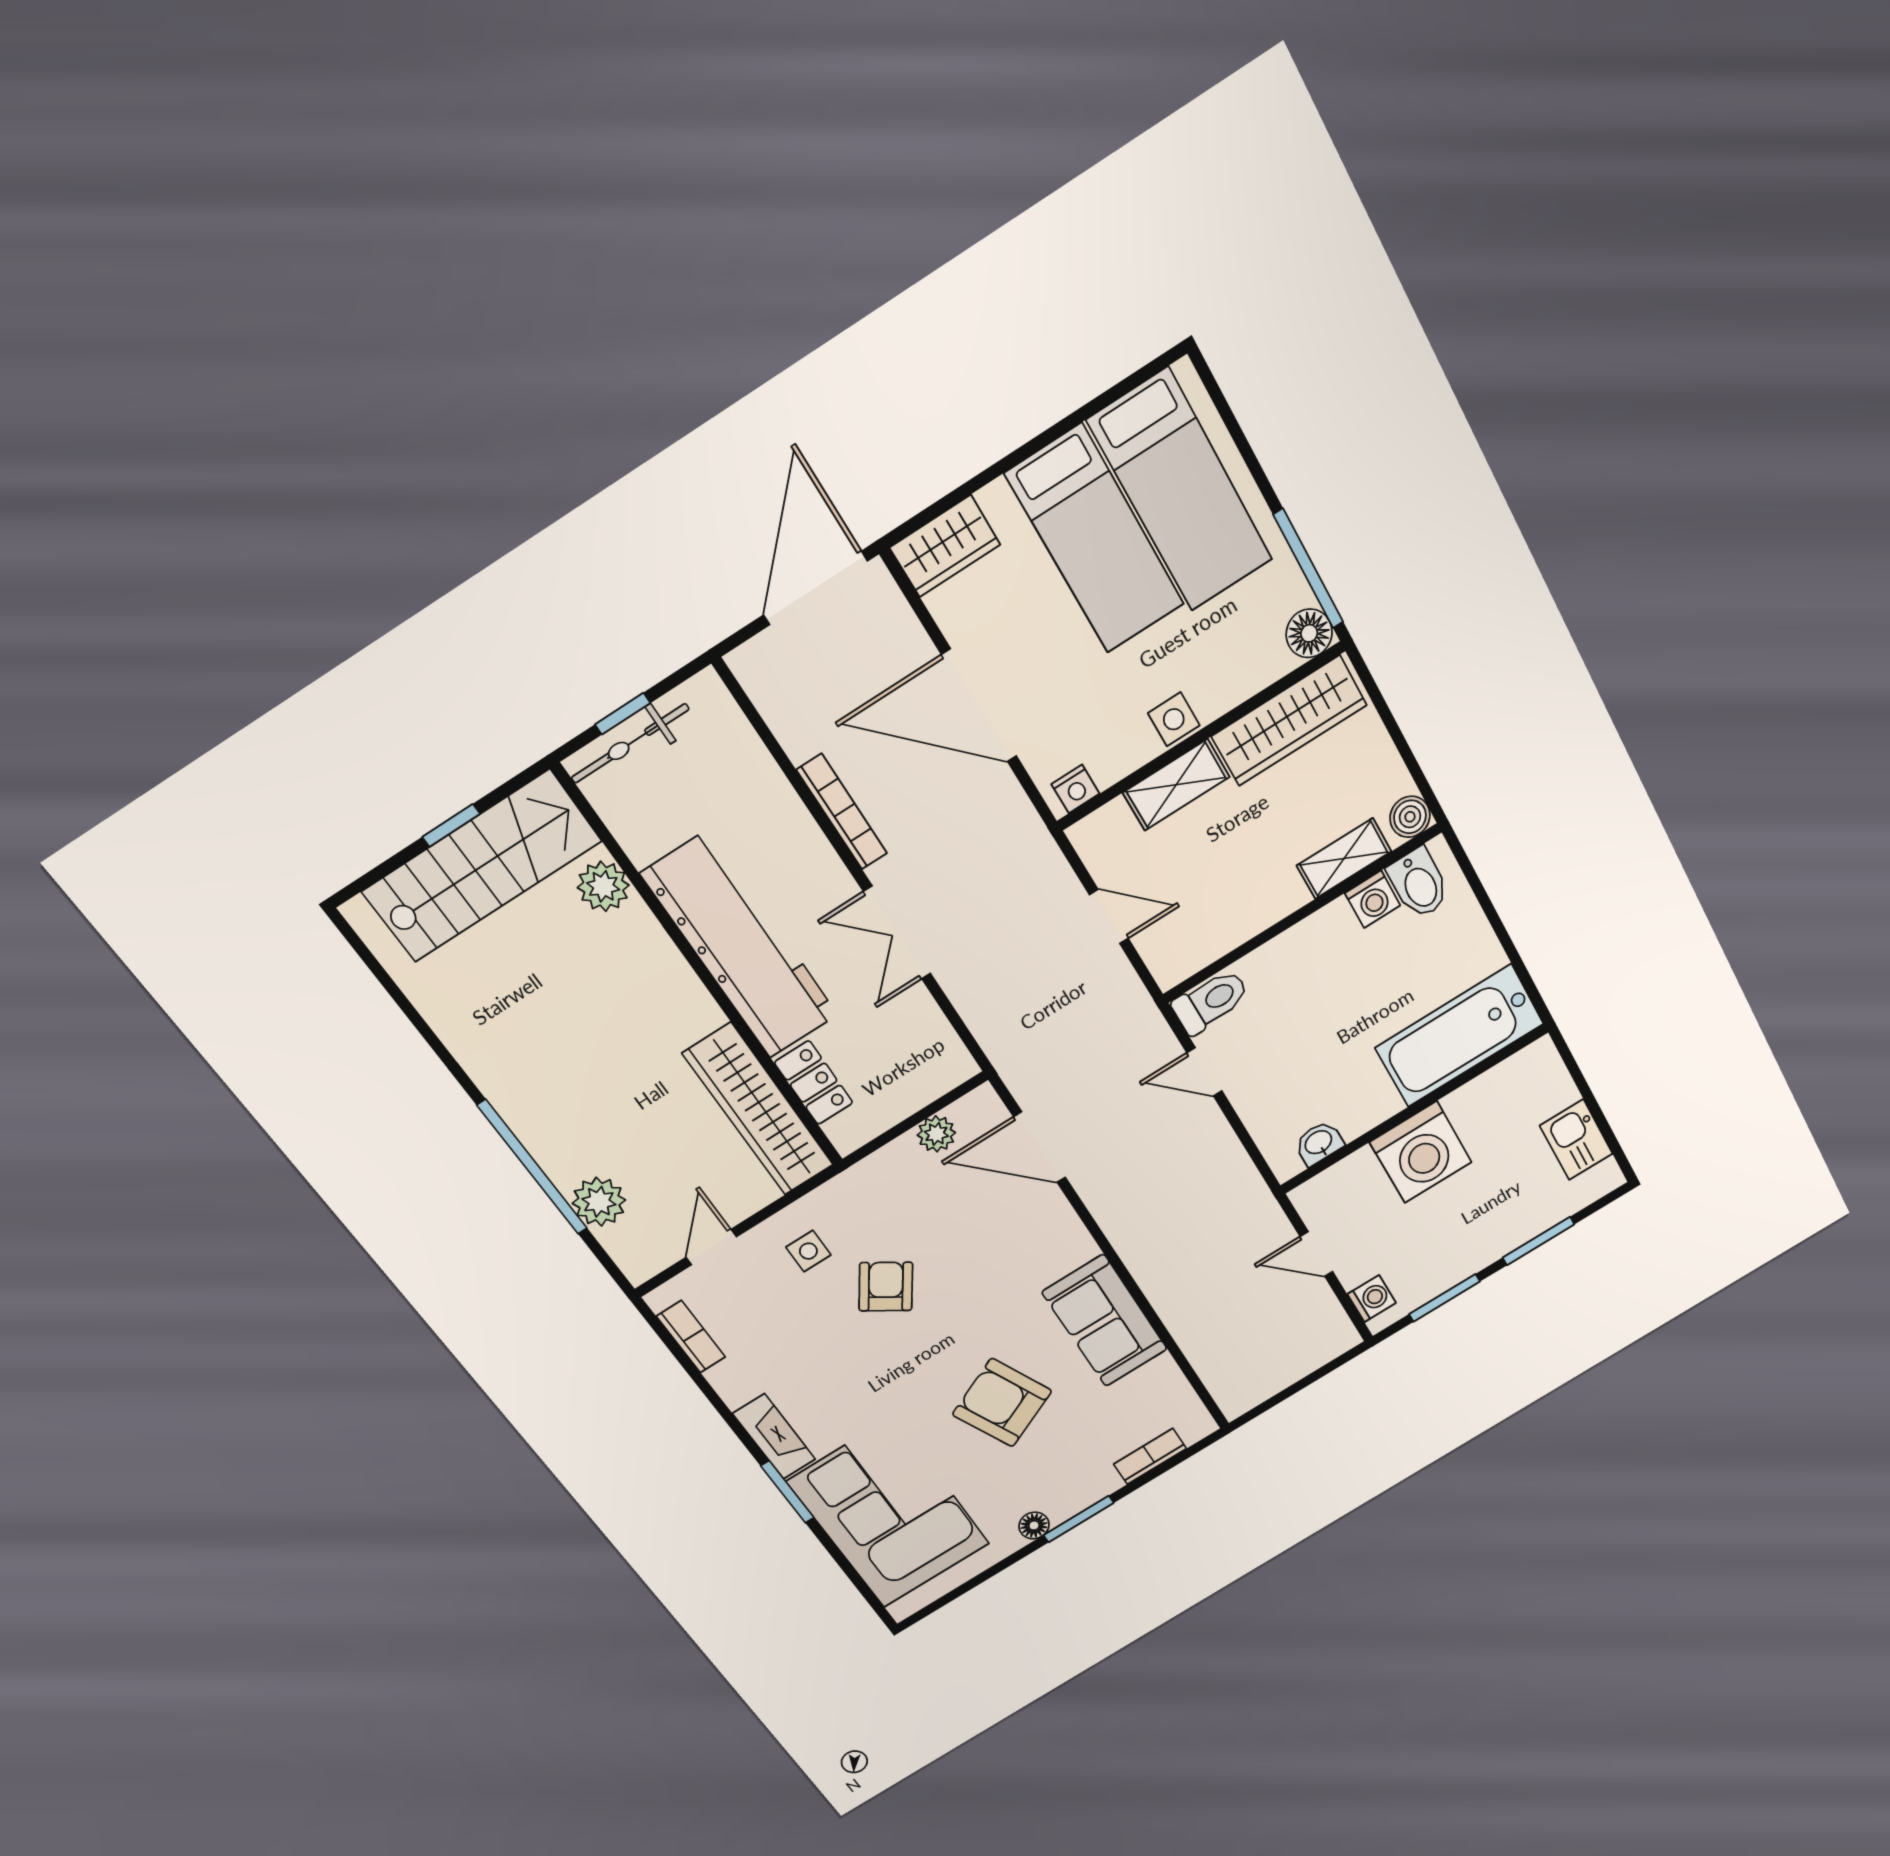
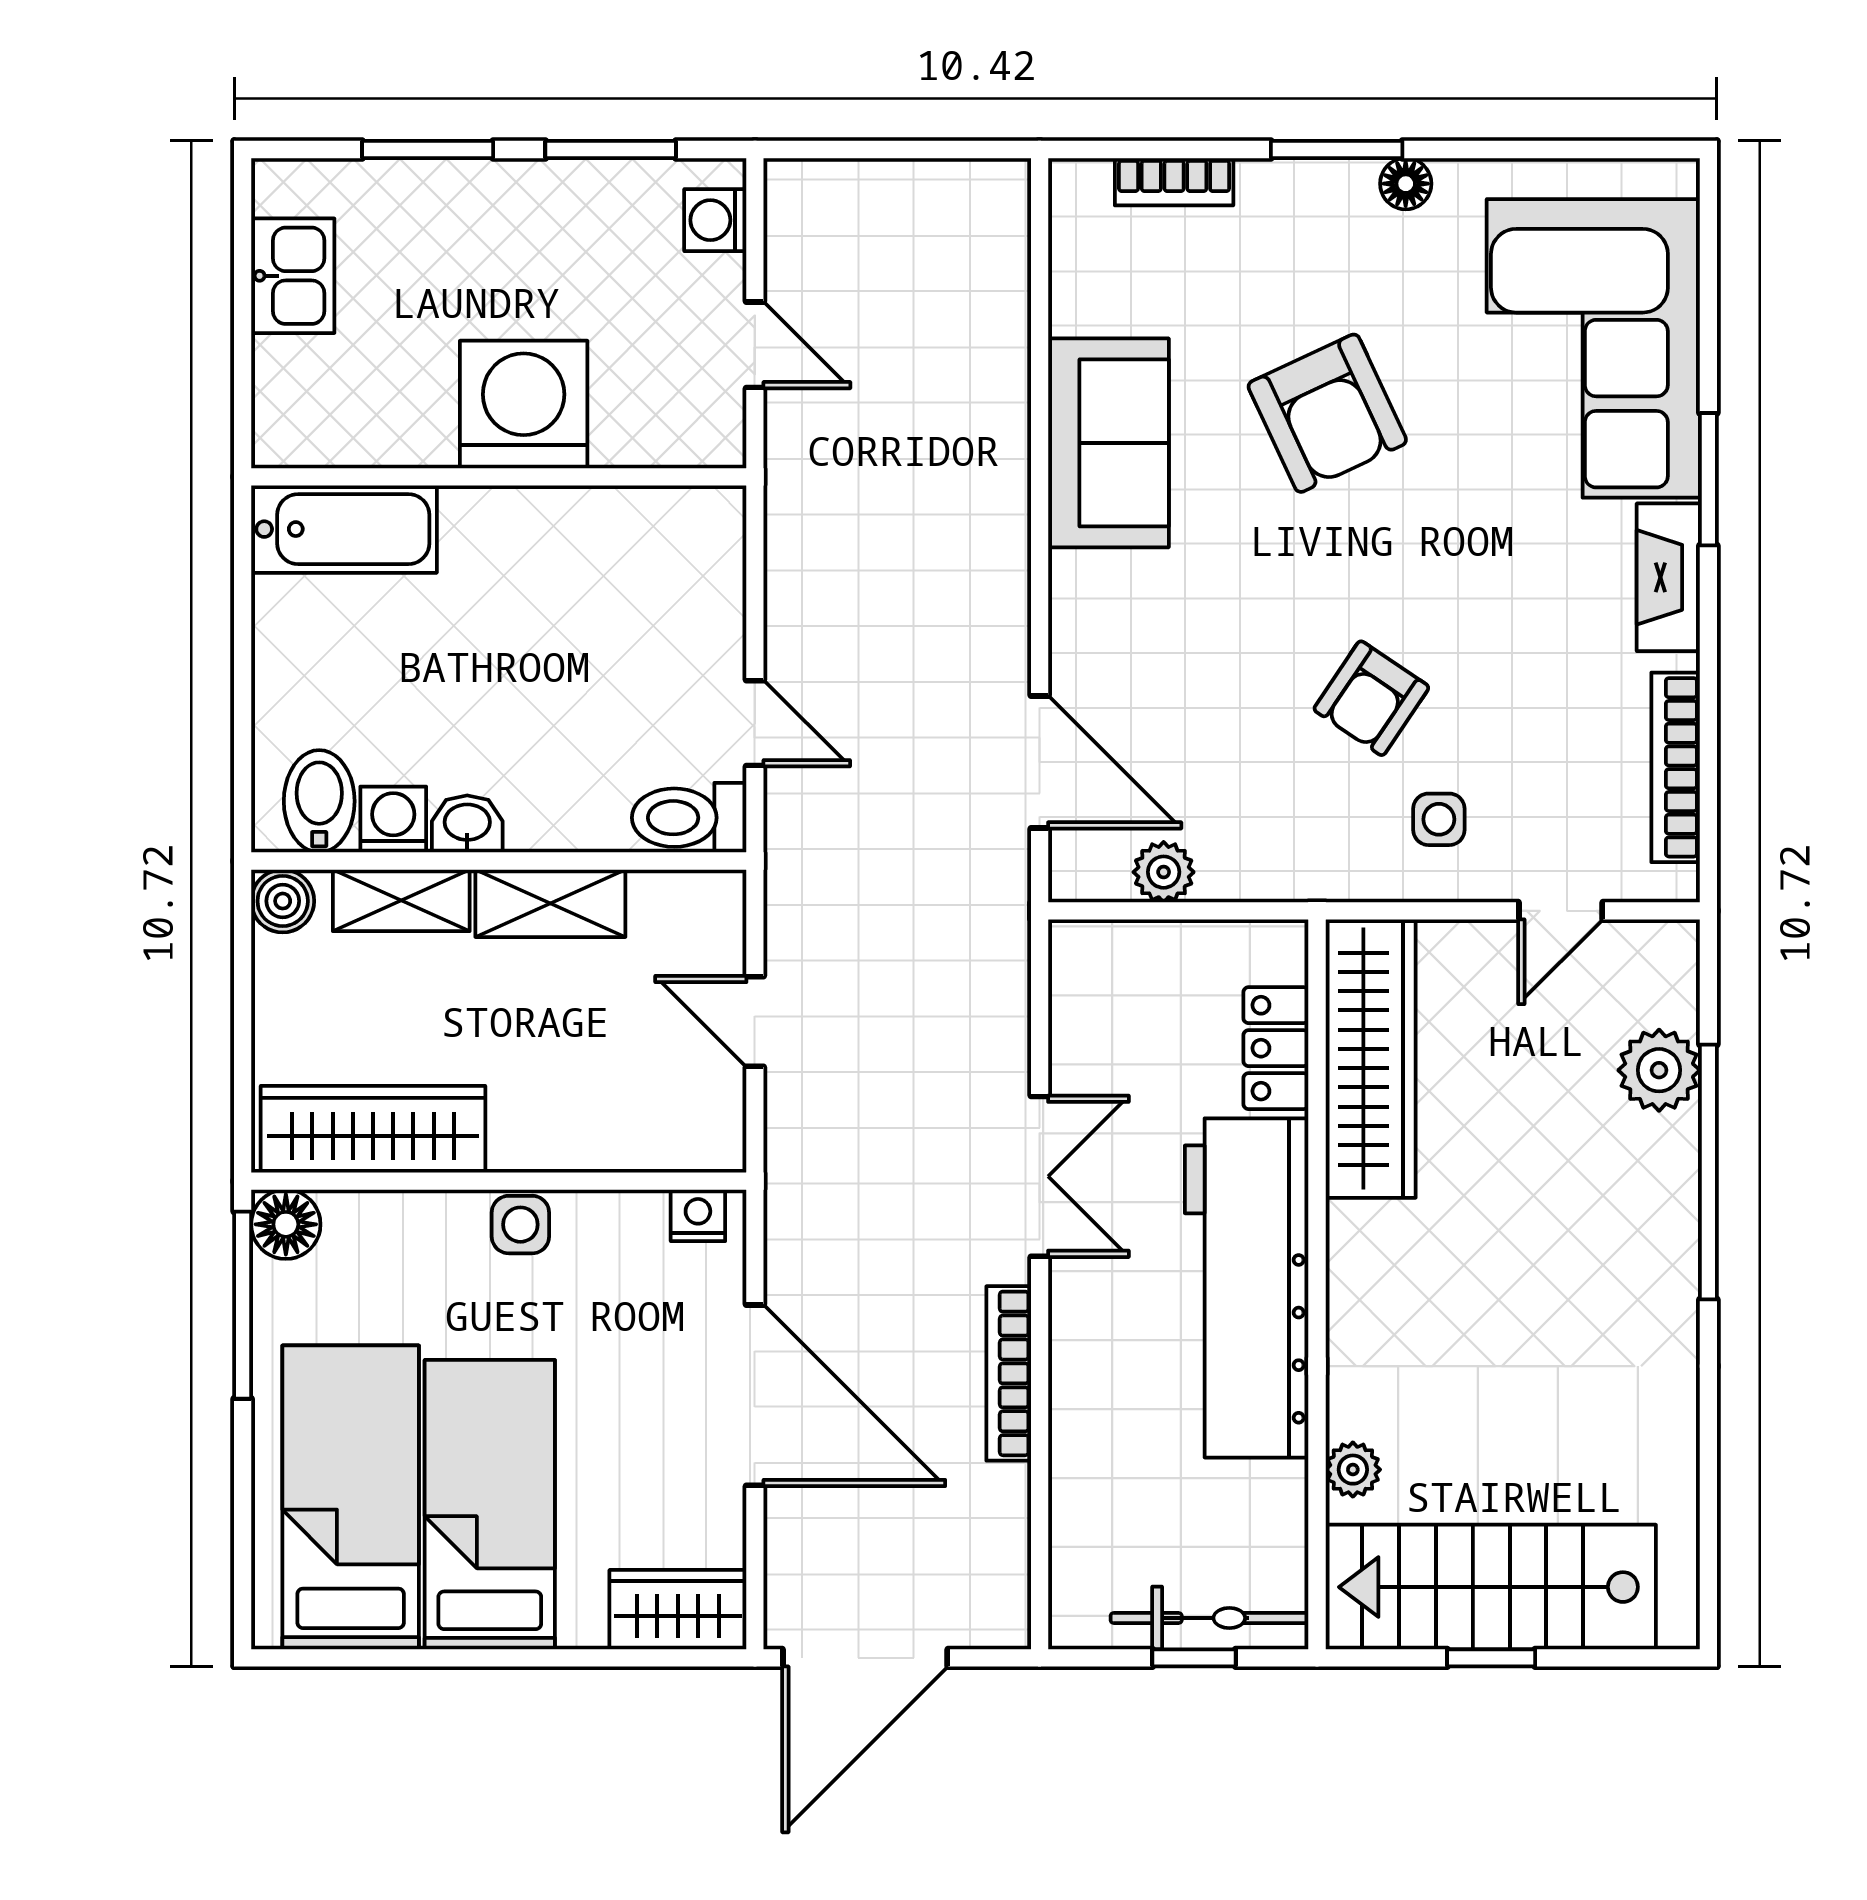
shelving: (1176, 785) -> (550, 903), moved
plant: (603, 886) -> (1353, 1470), width x0.73, depth x0.73
bathtub: (1459, 1036) -> (344, 529), width x0.73, depth x0.73
washbasin: (1319, 1143) -> (467, 824), moved, turned 180
bookcase: (691, 1337) -> (1676, 767), width x1.56

